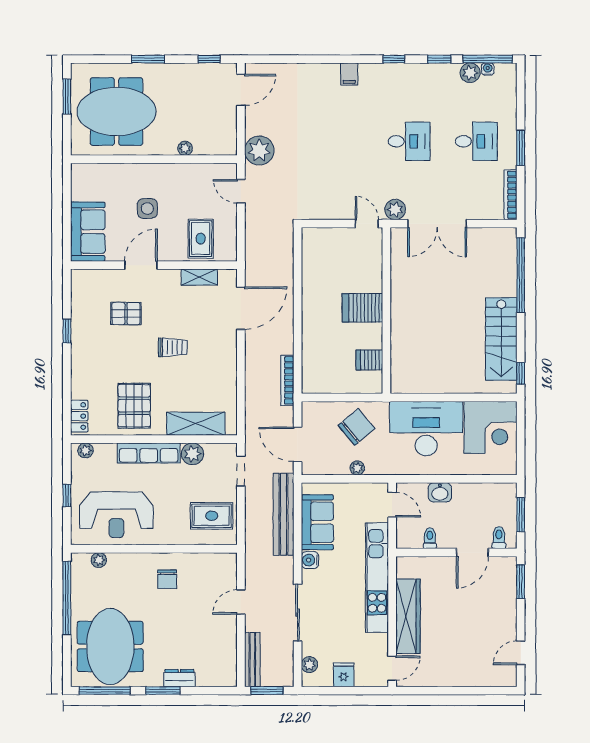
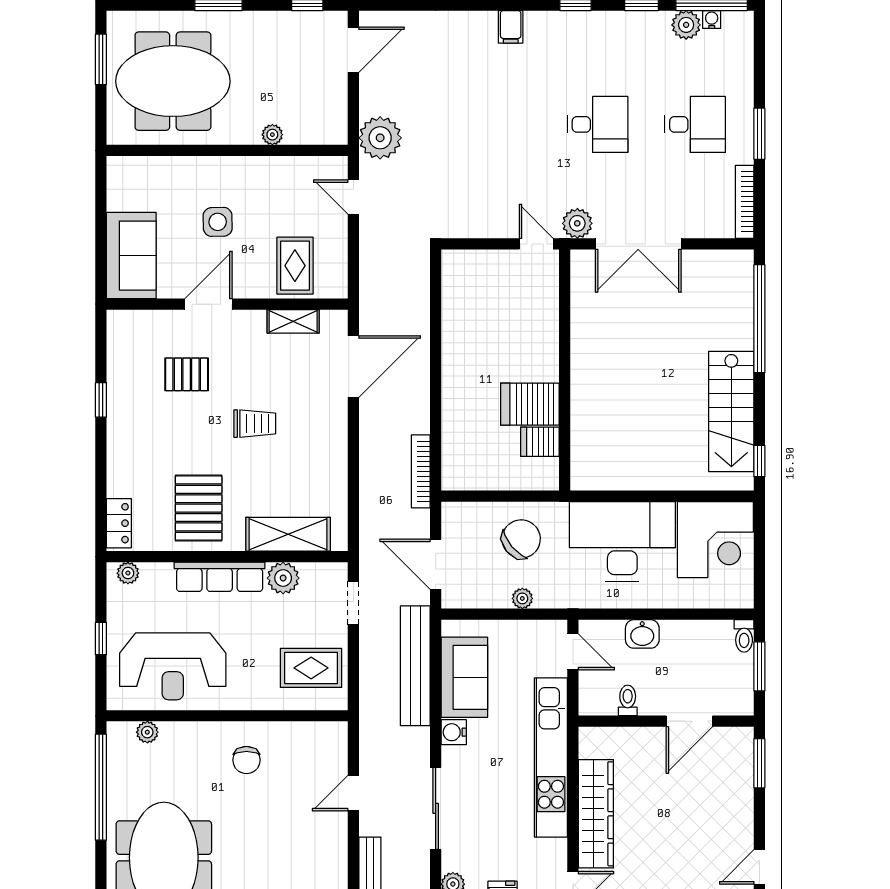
server rack: (362, 308) -> (530, 404), moved
toilet: (499, 538) -> (744, 636), moved, turned 180

